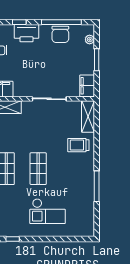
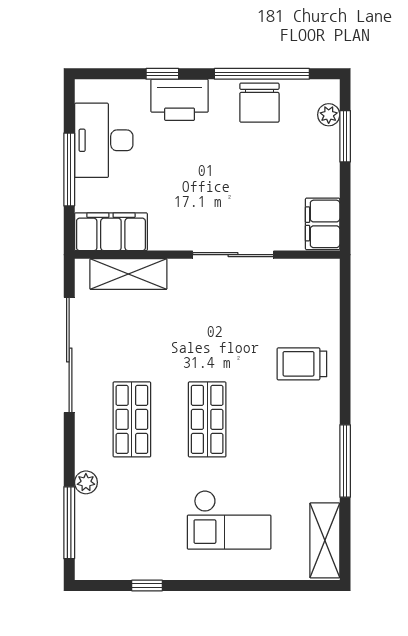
window: (97, 60) -> (345, 136), moved
shelving: (88, 116) -> (325, 540), moved

